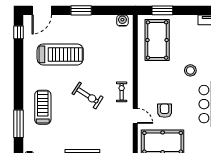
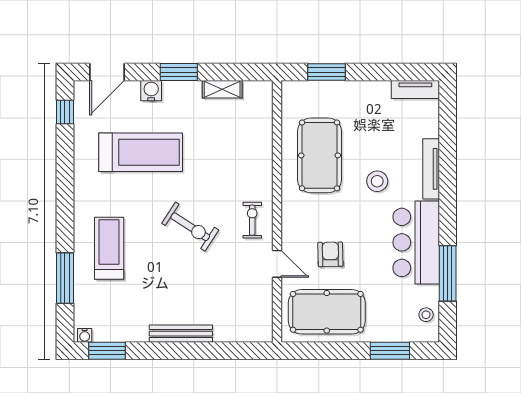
shelving: (105, 20) -> (222, 89), added
water cooler: (122, 21) -> (151, 91), moved
pool table: (157, 40) -> (320, 155), moved

